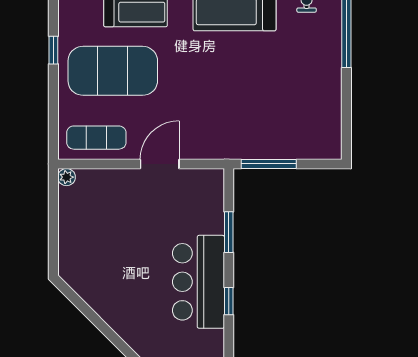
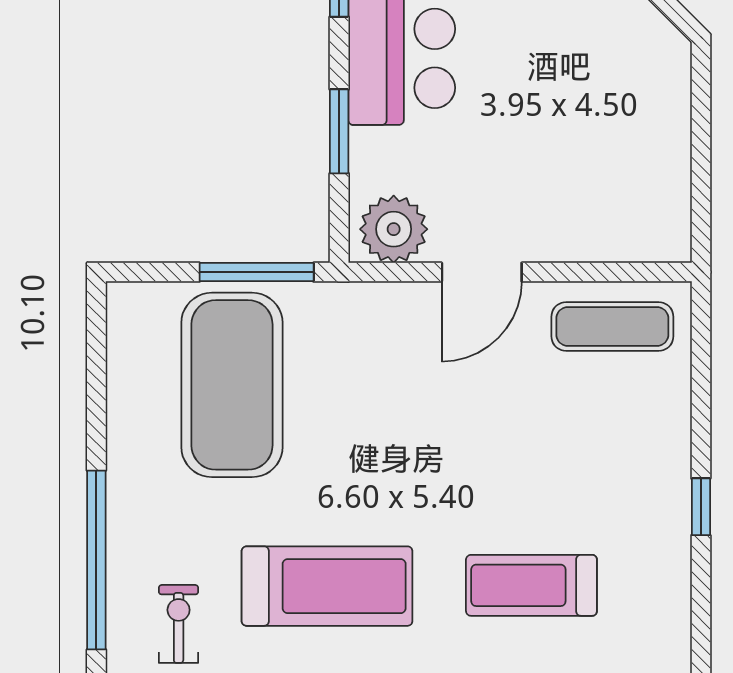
exercise mat: (113, 71) -> (232, 385), moved, turned 90
plant: (67, 177) -> (394, 229), moved, width x1.88, depth x1.88

